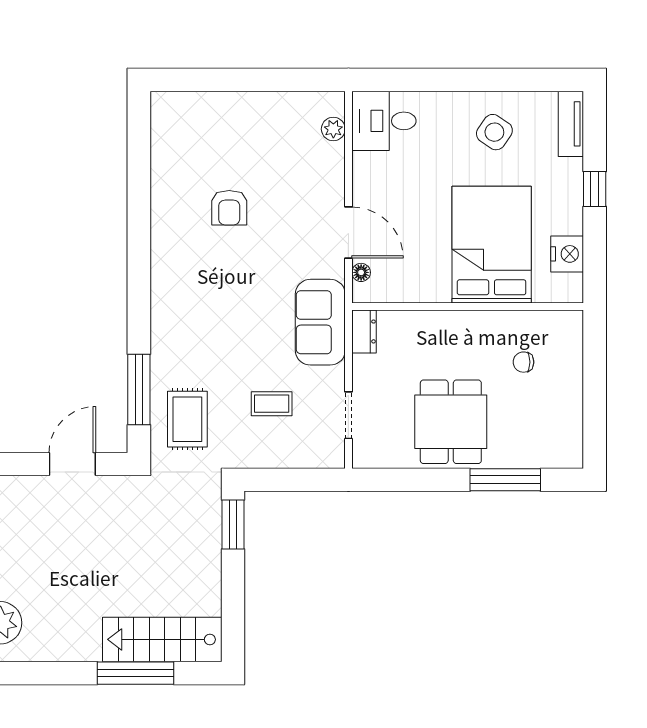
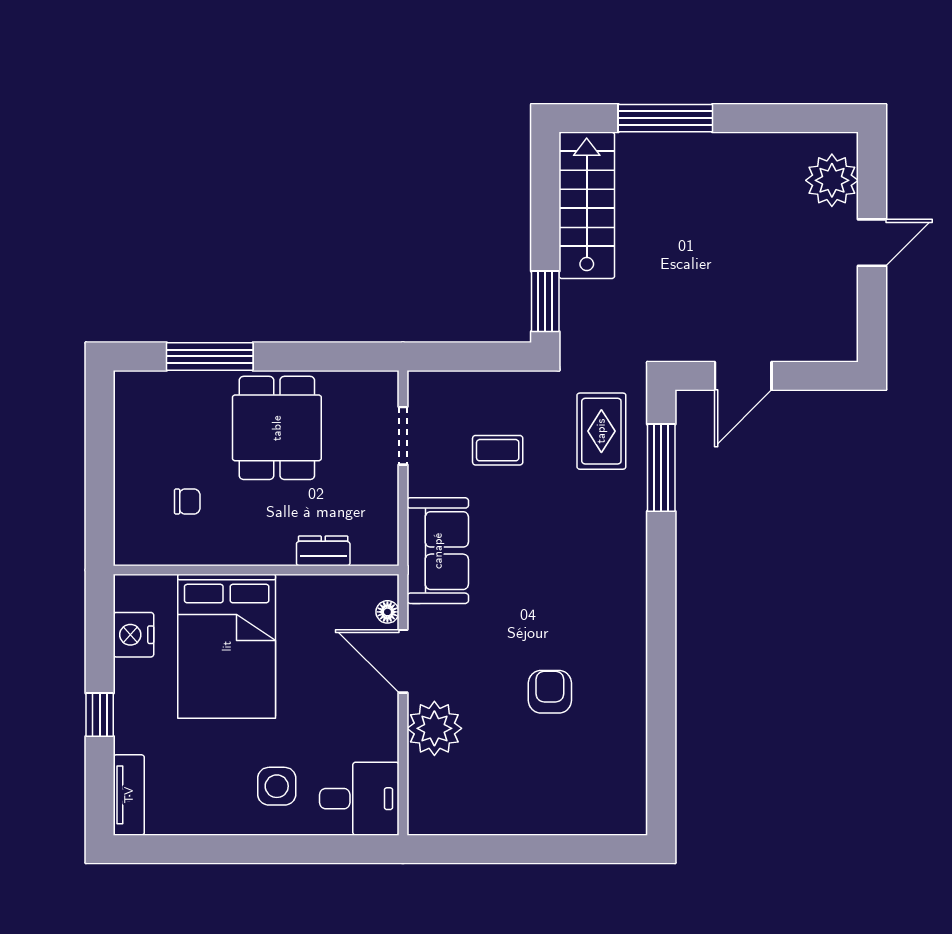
plant: (333, 129) -> (434, 728), moved, width x1.88, depth x1.88
side table: (494, 132) -> (277, 786), moved, turned -34
dresser: (364, 331) -> (323, 551), moved, turned 90
stairs: (162, 639) -> (587, 205), moved, turned -90

